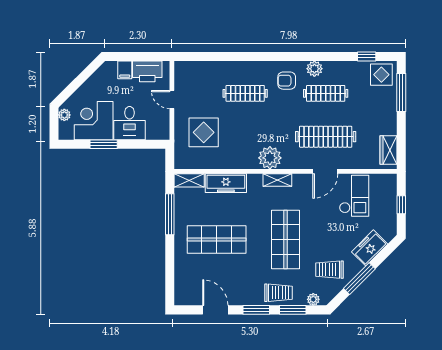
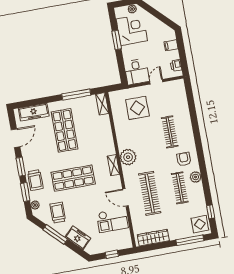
printer: (147, 71) -> (176, 65), width x0.53, depth x0.68
desk: (130, 123) -> (137, 72), moved, turned -90
wardrobe: (388, 150) -> (153, 238), width x1.50
freezer: (226, 183) -> (34, 112), moved, turned -90

